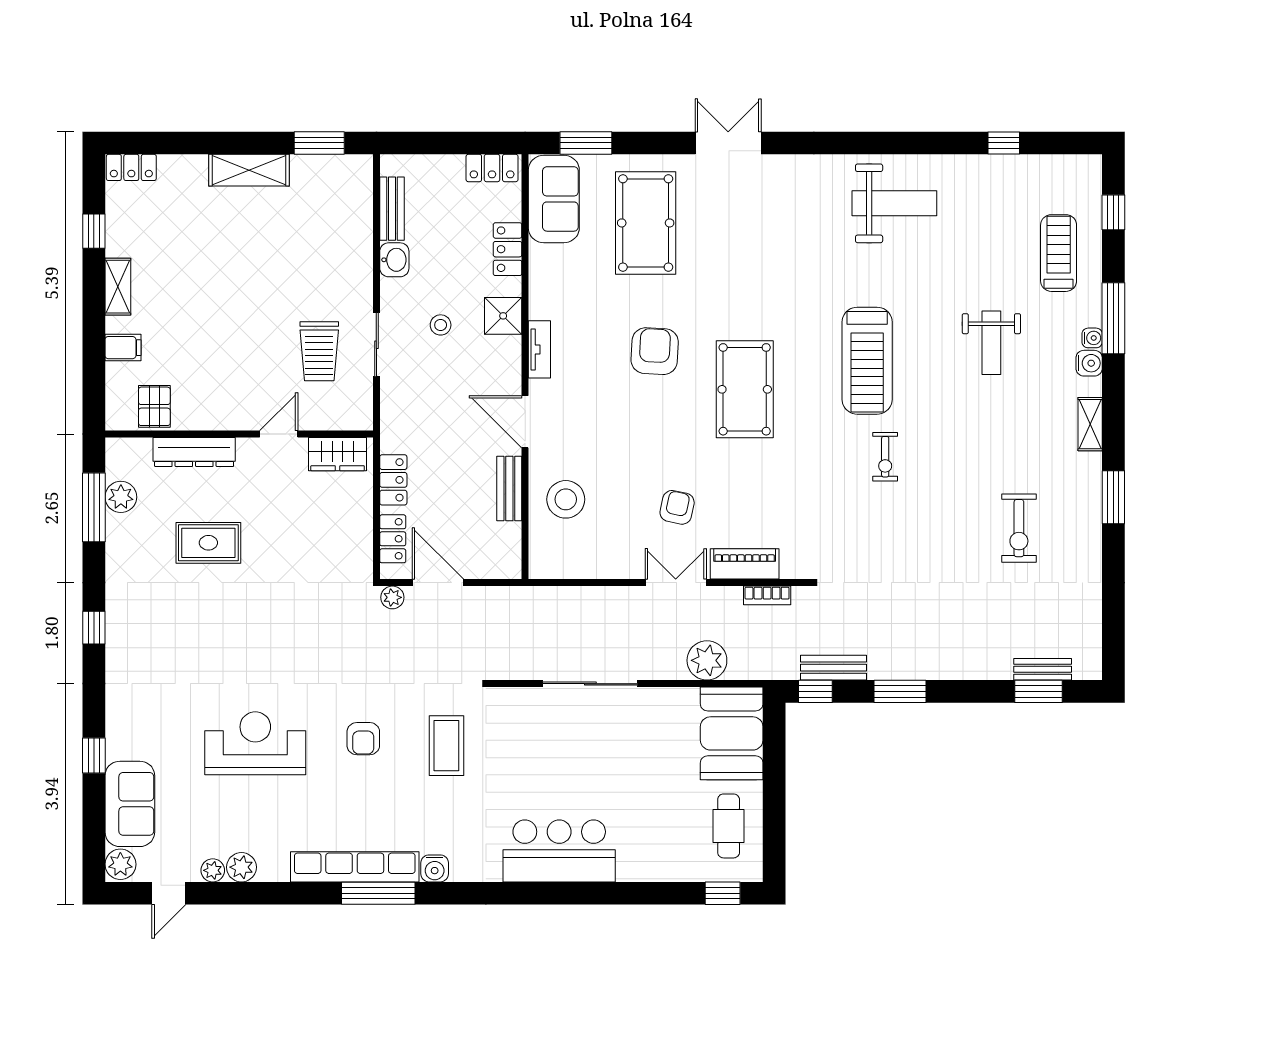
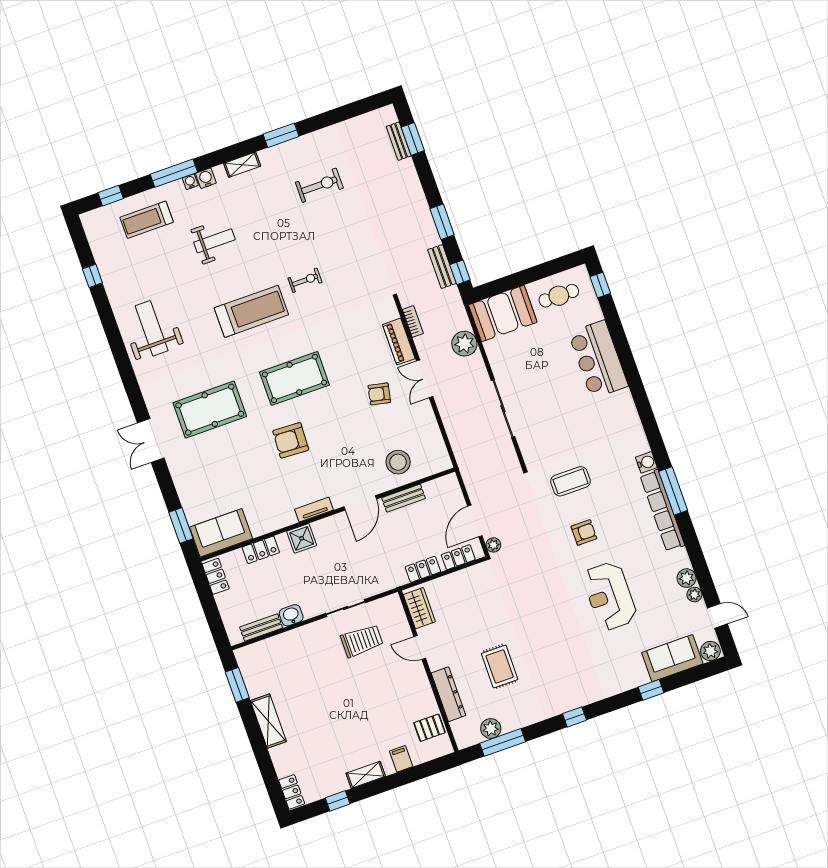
pool table: (646, 223) -> (210, 410), moved
stool: (441, 325) -> (320, 574), removed
bar counter: (559, 851) -> (598, 359), moved

